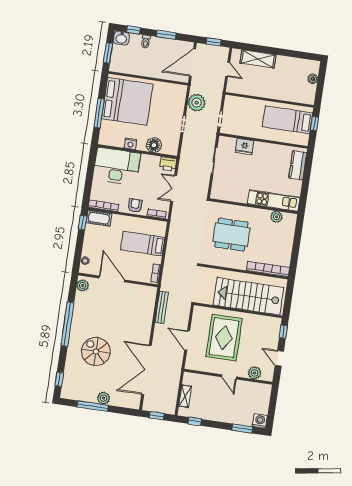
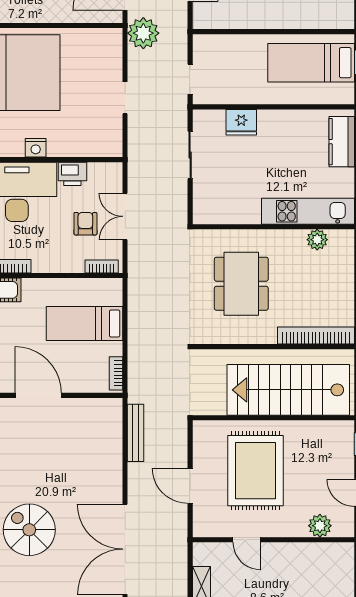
plant: (197, 103) -> (143, 33), moved
floor lamp: (154, 145) -> (78, 144), removed
printer: (168, 164) -> (72, 174), moved
armchair: (135, 206) -> (85, 224), moved
dining table: (231, 235) -> (241, 284), turned 90
door: (229, 377) -> (247, 540), moved

